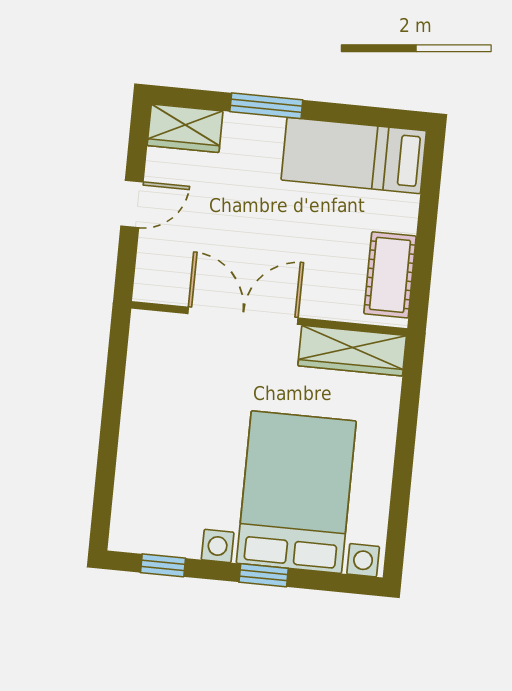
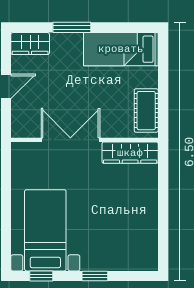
bed with nightstands: (296, 492) -> (45, 230), moved, width x0.73

